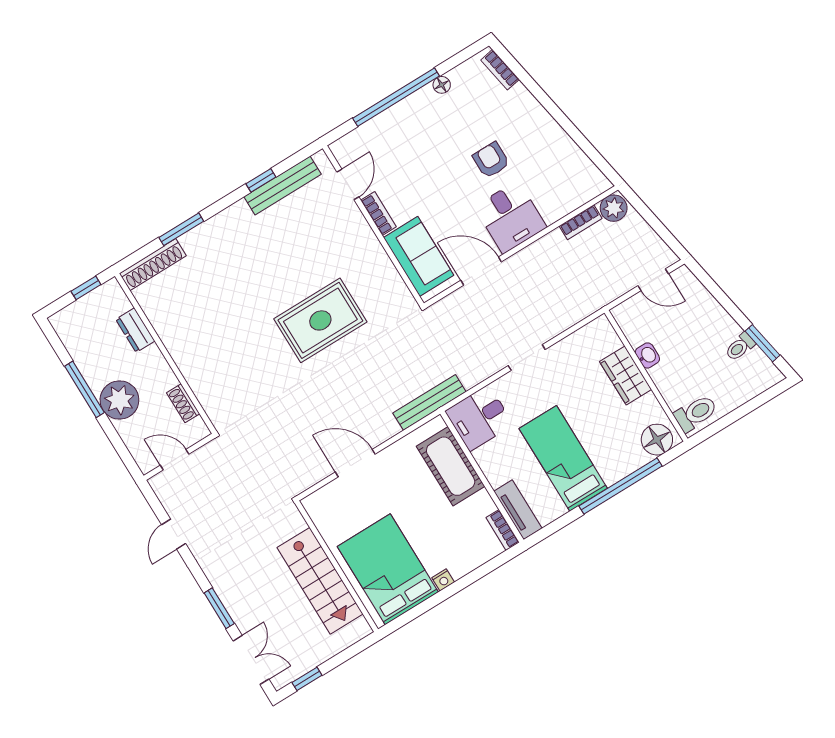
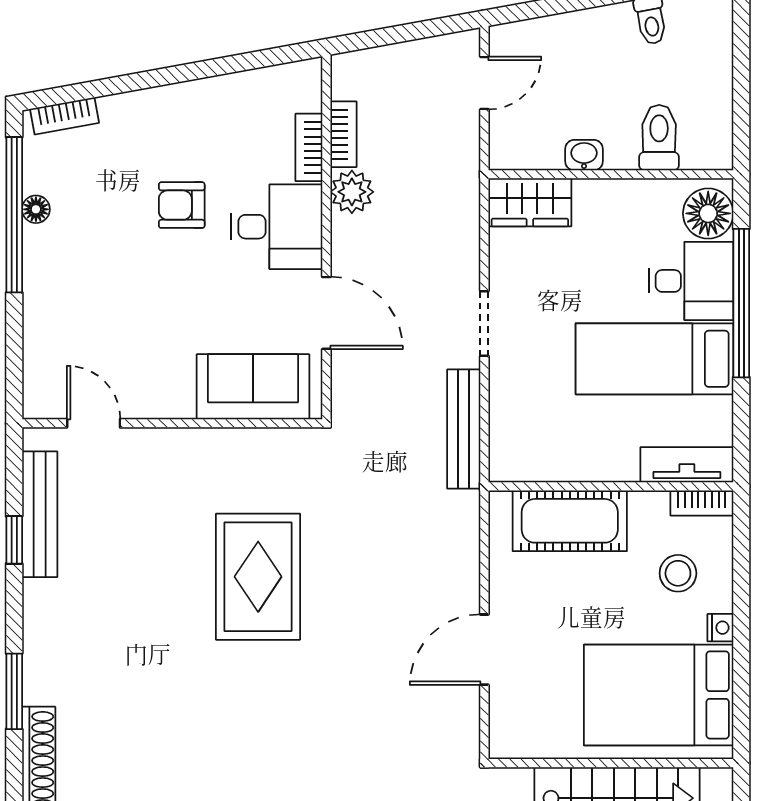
window: (396, 97) -> (14, 215), moved
plant: (614, 208) -> (352, 192), moved
bookcase: (378, 214) -> (309, 147), moved, turned -90
door: (481, 271) -> (326, 313), swing flipped
wardrobe: (626, 375) -> (530, 202), moved
bench: (429, 402) -> (464, 429), moved
toilet: (696, 413) -> (659, 138), moved
desk: (479, 418) -> (691, 281), moved, turned -90
stool: (458, 540) -> (678, 573), added

